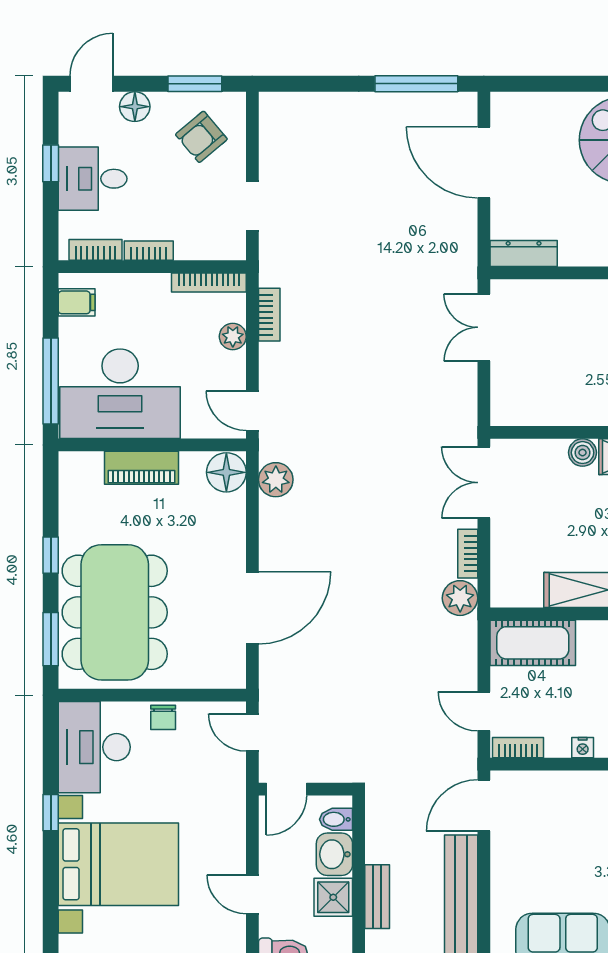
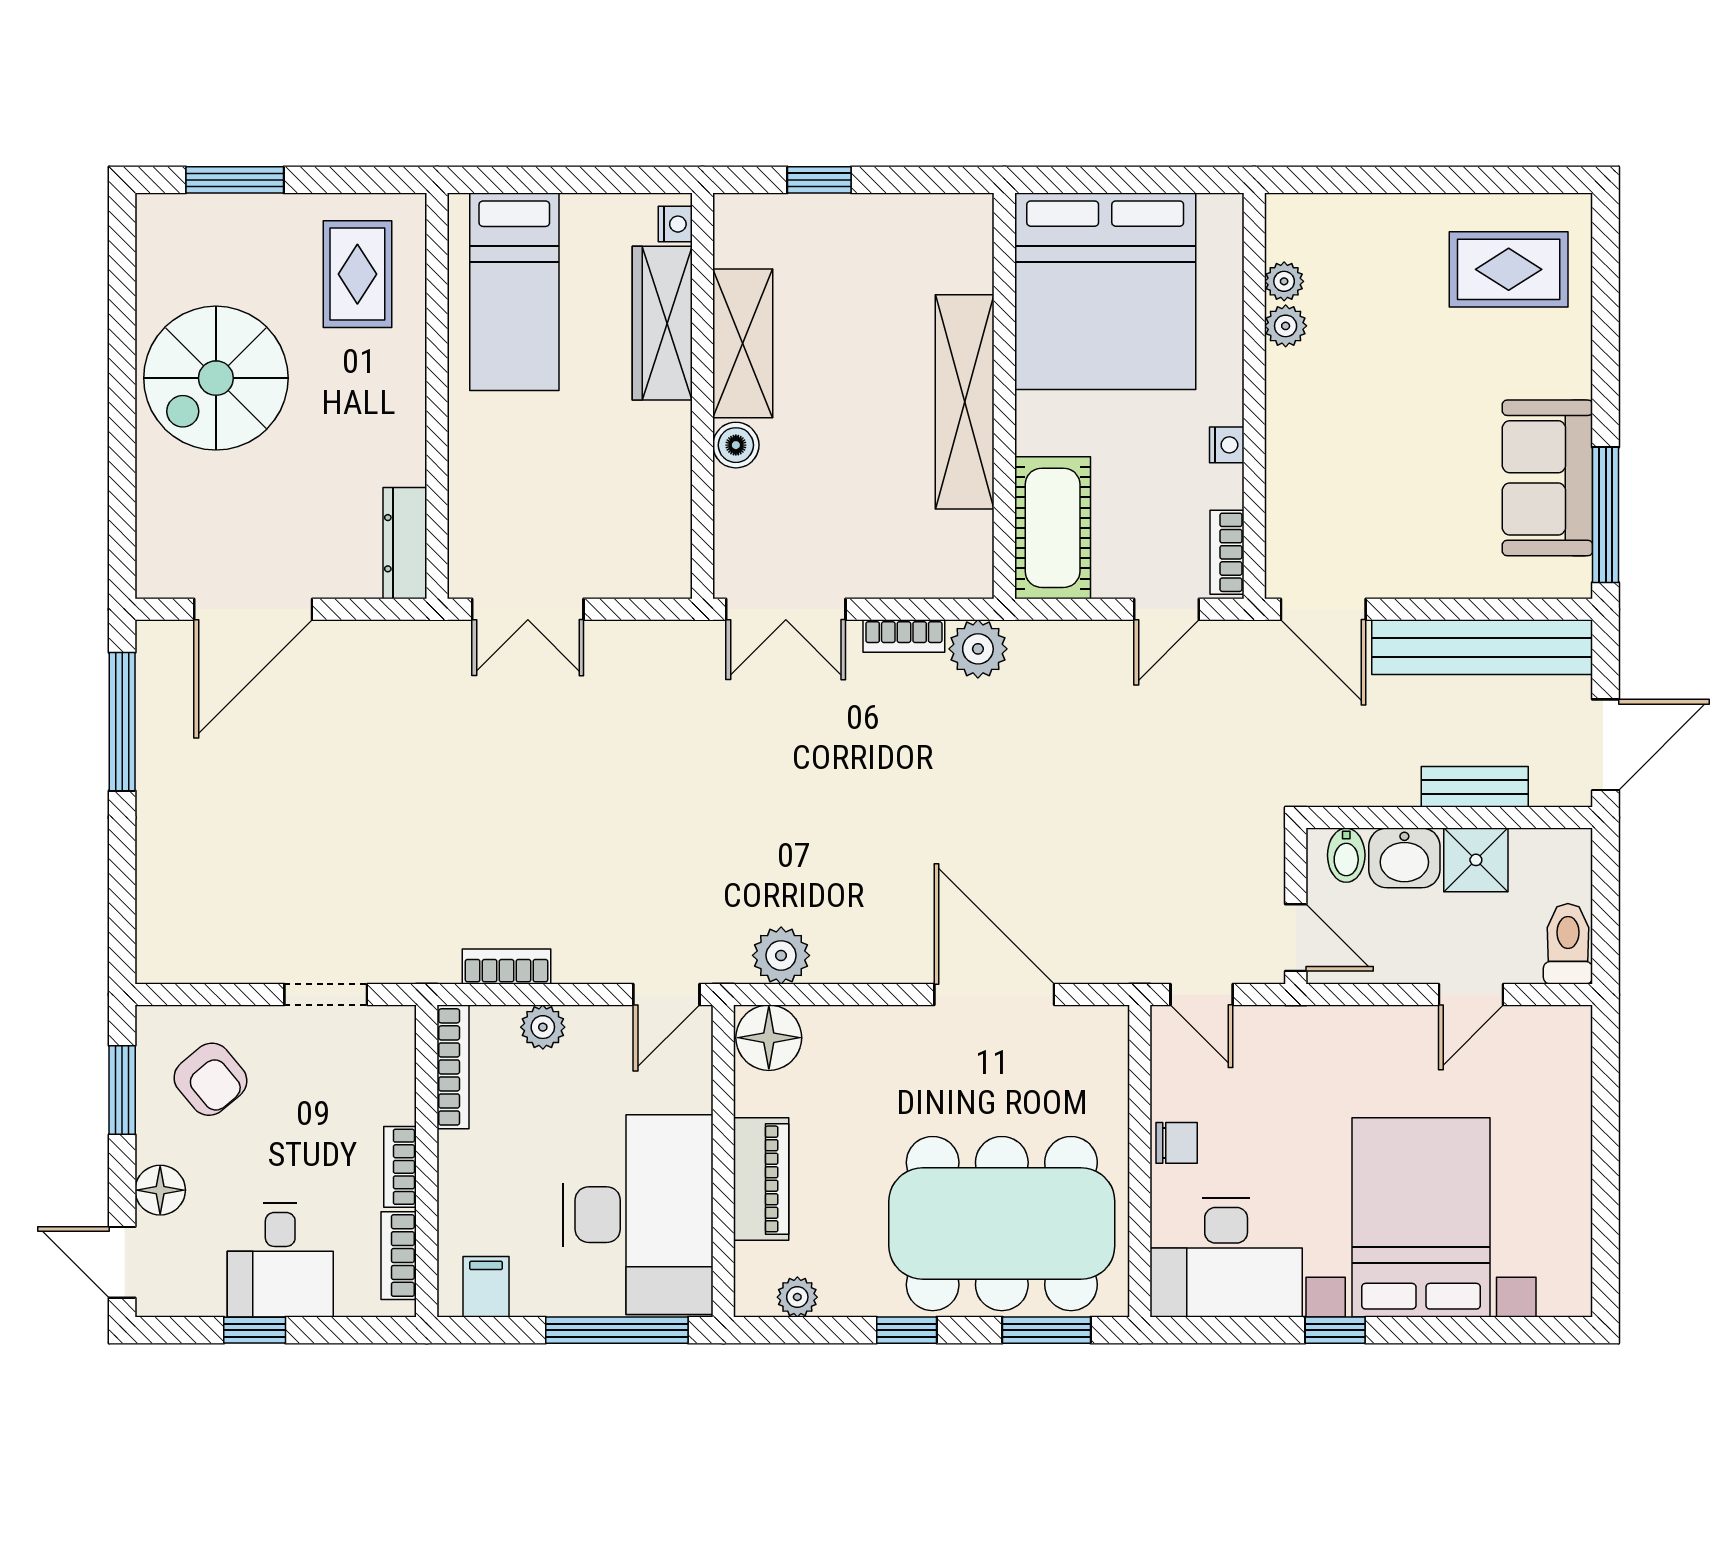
plant: (71, 489) -> (797, 1297), added
door: (252, 732) -> (1202, 994), hinge flipped

